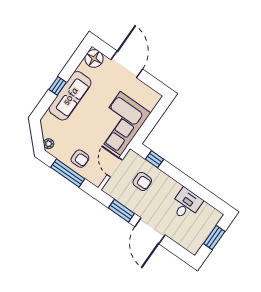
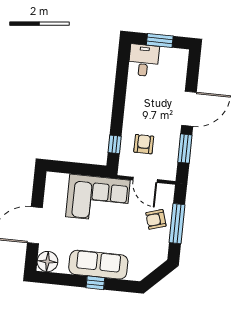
plant: (49, 144) -> (158, 259), removed
armchair: (80, 159) -> (156, 219), turned -107
door: (115, 167) -> (145, 180), hinge flipped
desk: (186, 204) -> (144, 60), moved, turned 90

